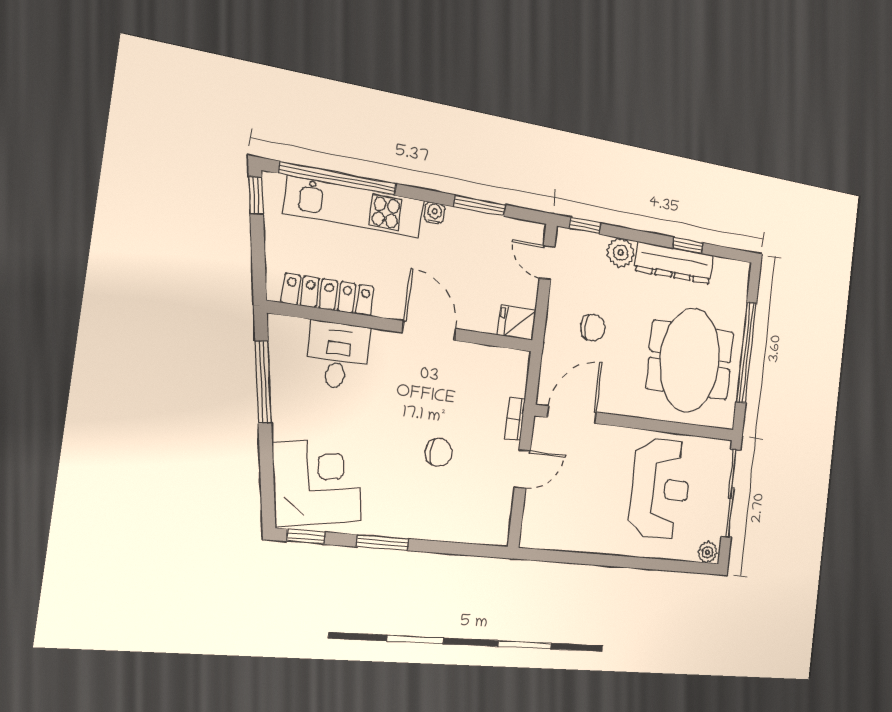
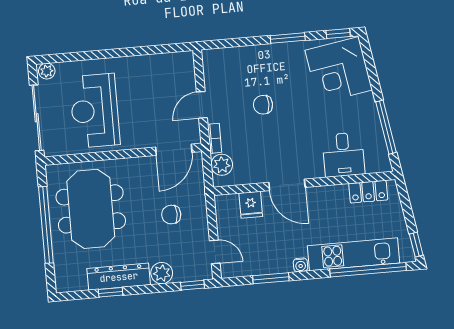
locker: (328, 295) -> (368, 192), width x0.66
fridge: (517, 323) -> (251, 205), moved, turned 90
plant: (513, 380) -> (222, 165), added

